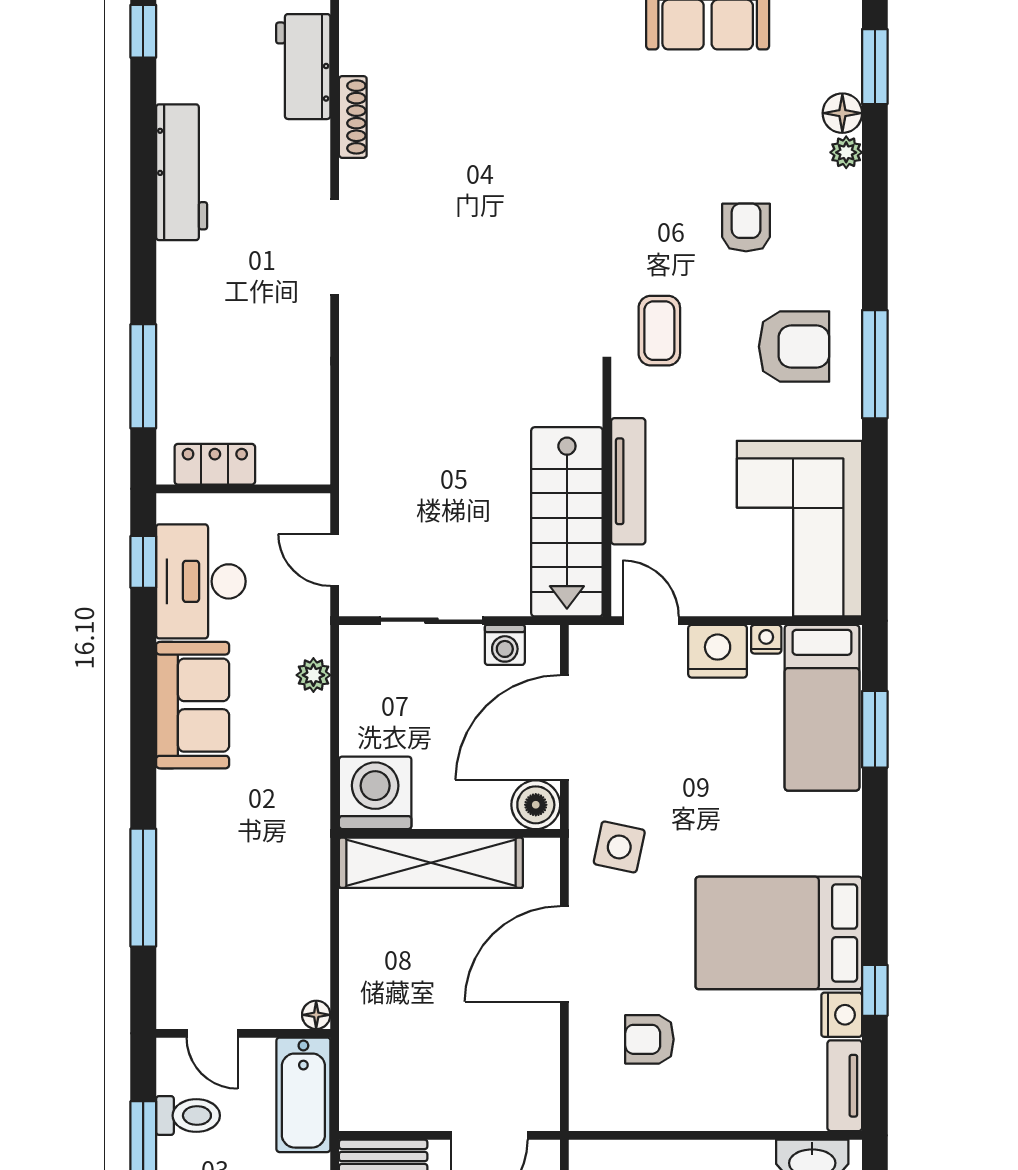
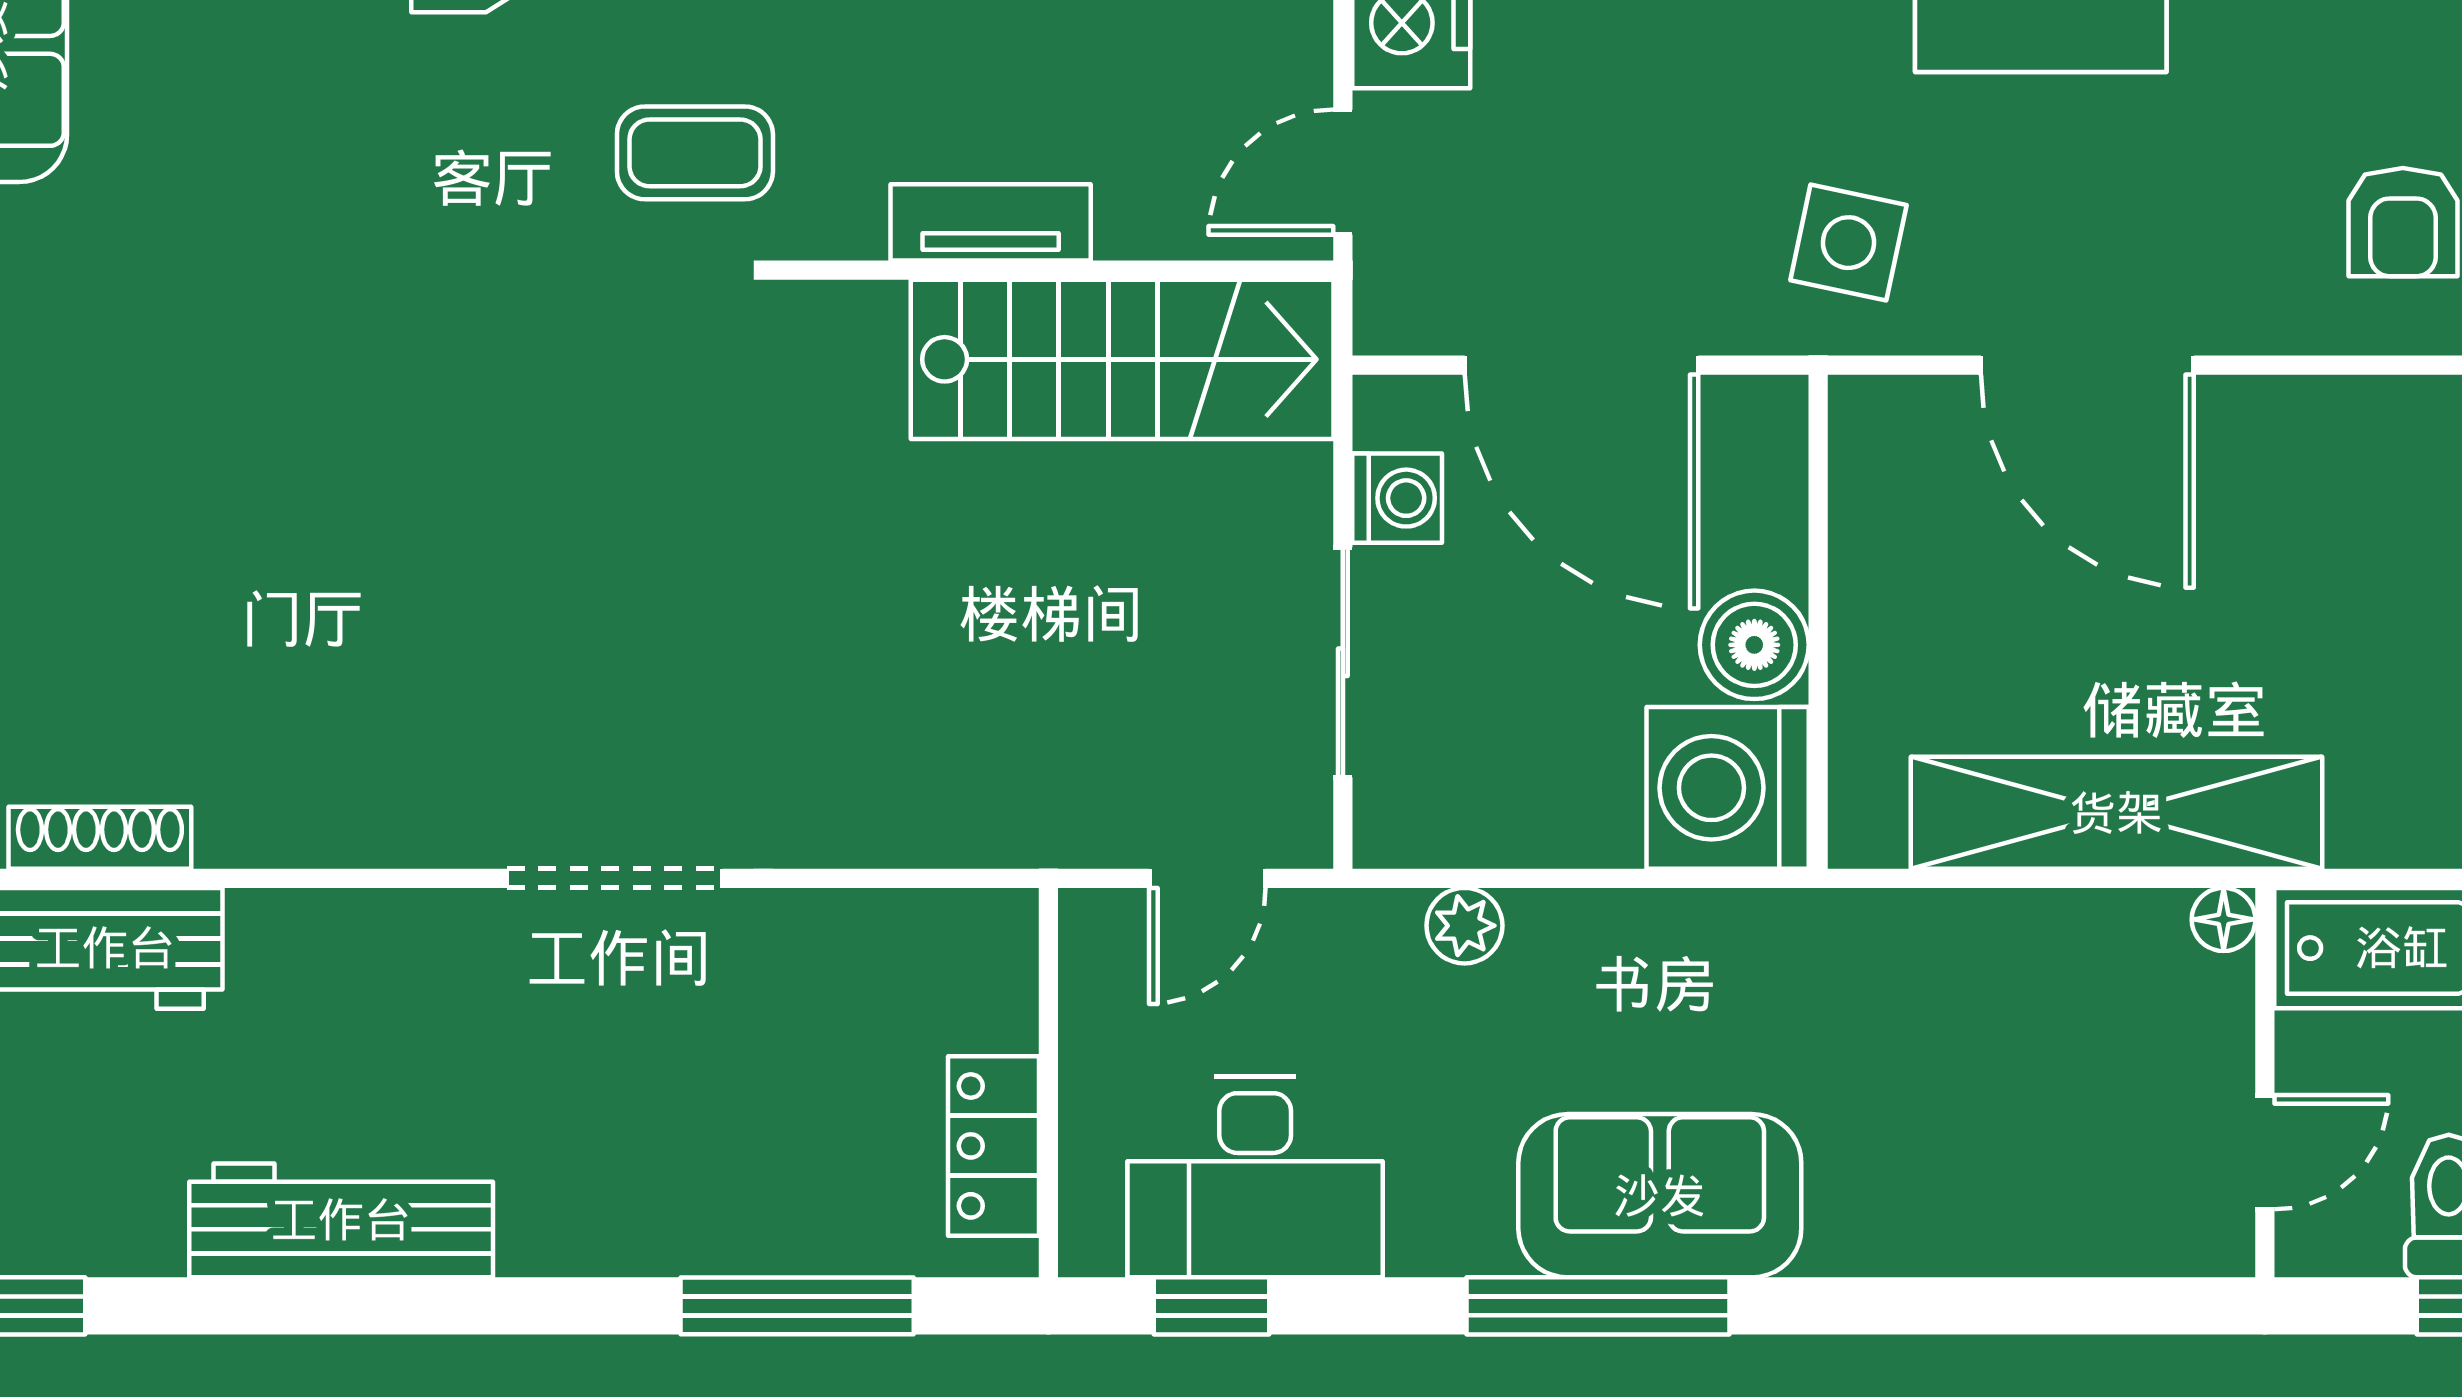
shoe rack: (353, 117) -> (100, 838), moved
doorway: (335, 247) -> (614, 878), moved
tv unit: (628, 481) -> (991, 222), width x0.71
sofa: (193, 705) -> (1660, 1196), moved
boiler: (536, 805) -> (1754, 645), moved
shelving: (431, 863) -> (2116, 813), moved, turned 90
window: (143, 888) -> (1598, 1306), moved
armchair: (649, 1039) -> (2403, 222), moved

